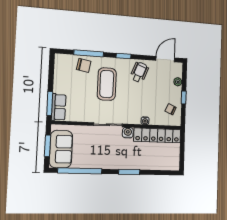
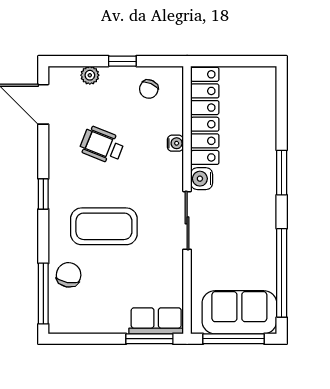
window: (89, 53) -> (43, 294), moved
wheelchair: (139, 72) -> (102, 145), moved
window: (47, 146) -> (234, 339), width x1.44

